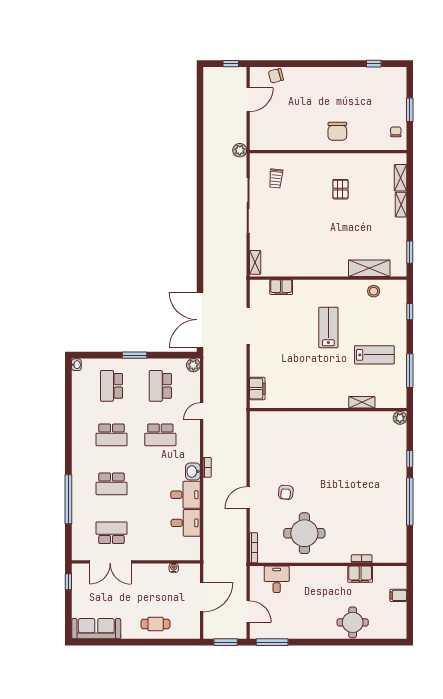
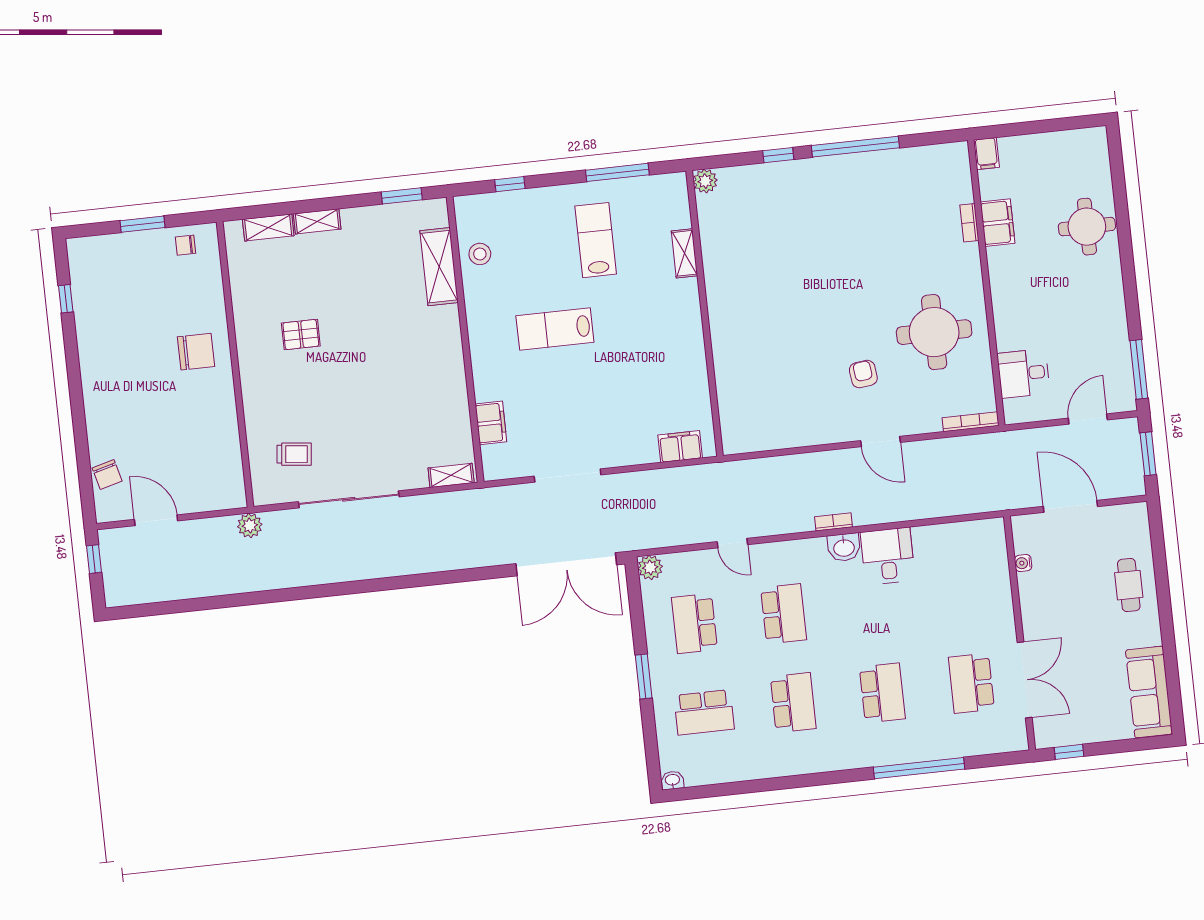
school desk: (160, 386) -> (694, 623), turned 90
armchair: (286, 492) -> (863, 374), turned -103
desk: (186, 523) -> (939, 550), removed
filing cabinet: (398, 595) -> (986, 154), moved

